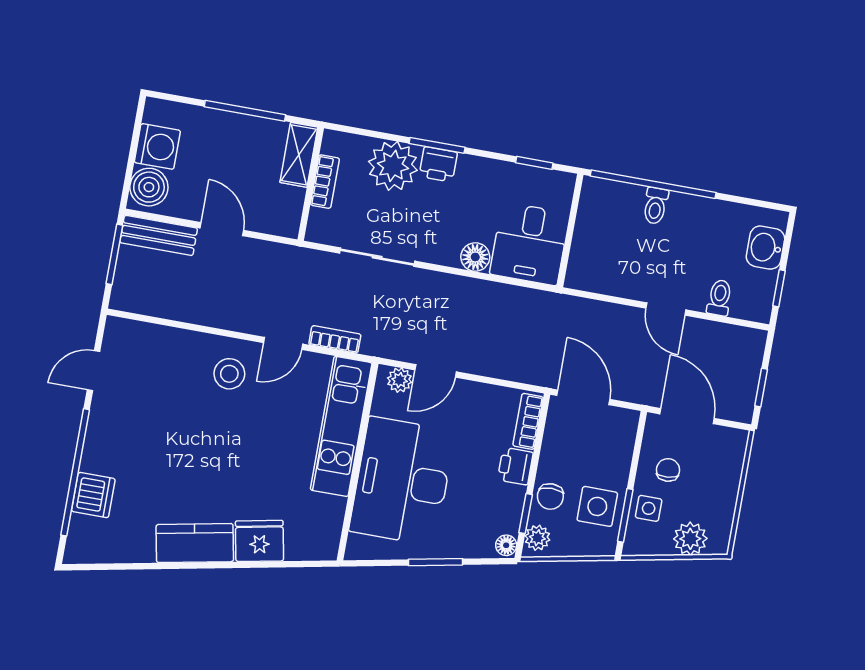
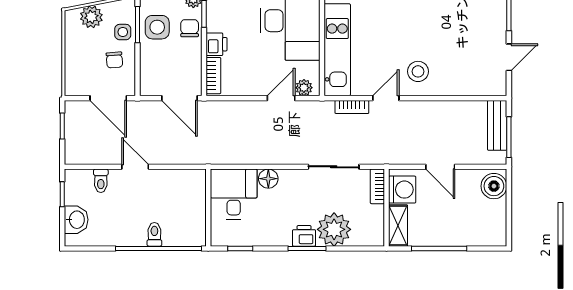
washing machine: (157, 146) -> (402, 190), moved, turned 180
bookcase: (325, 182) -> (377, 186), moved
bench: (159, 235) -> (497, 125), moved, turned 90

